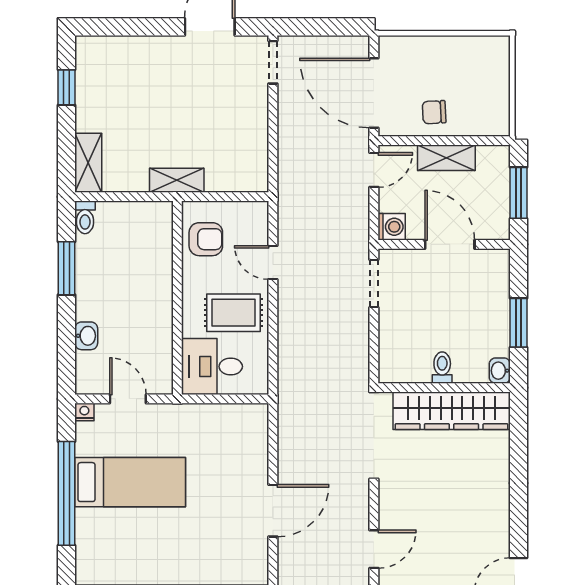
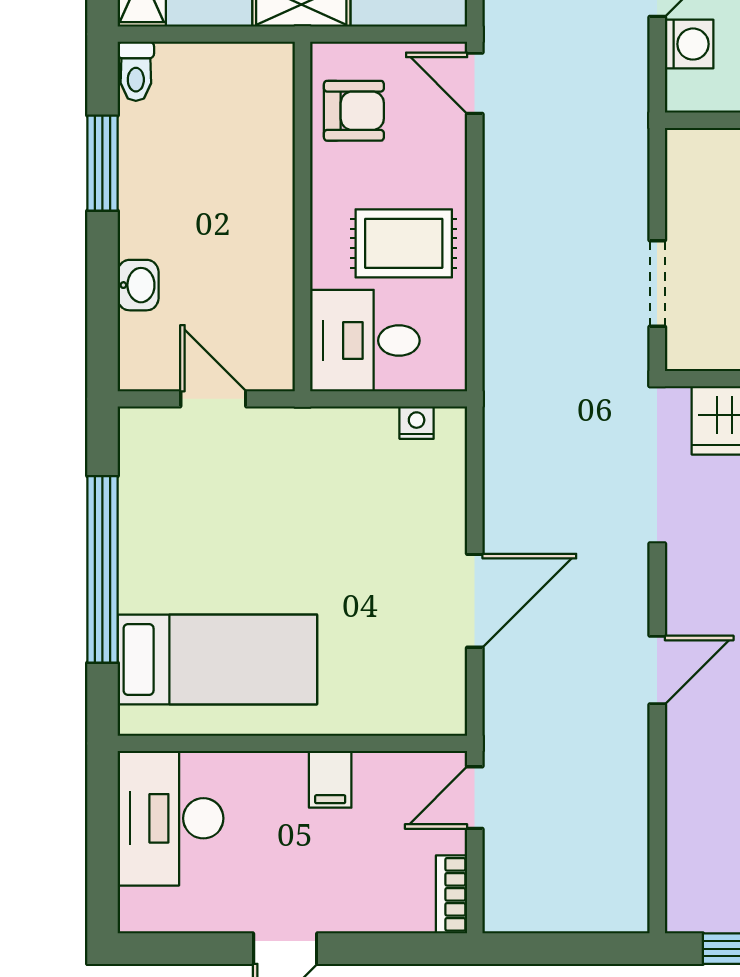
washing machine: (392, 227) -> (689, 44), moved
door: (273, 263) -> (475, 83), moved
doorway: (374, 283) -> (657, 284), moved
nightstand: (84, 412) -> (417, 423), moved
bed: (130, 482) -> (217, 659), moved

